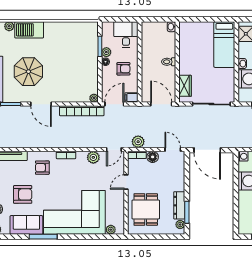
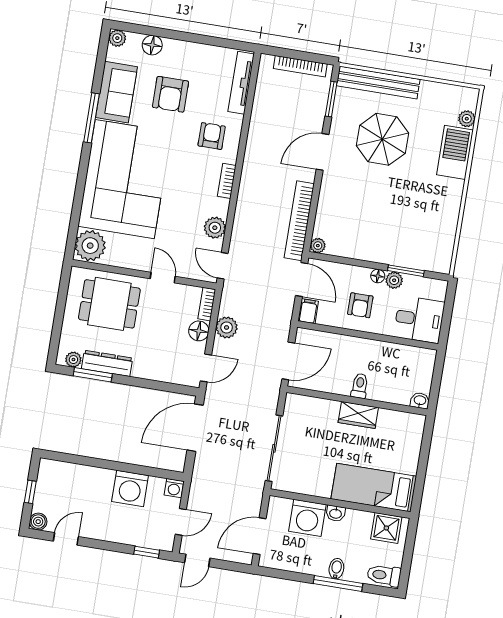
wardrobe: (185, 86) -> (358, 415), moved
plant: (138, 142) -> (227, 327), moved
plant: (111, 230) -> (90, 246), width x1.87, depth x1.87

